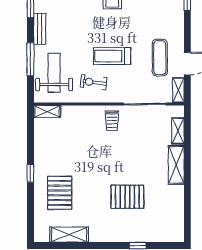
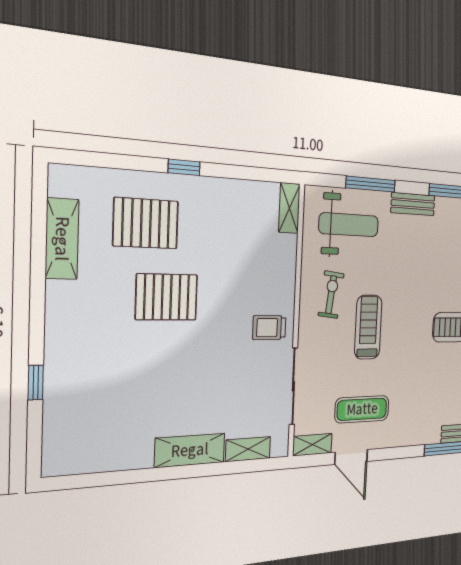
pallet: (127, 197) -> (167, 297), moved, turned 90

